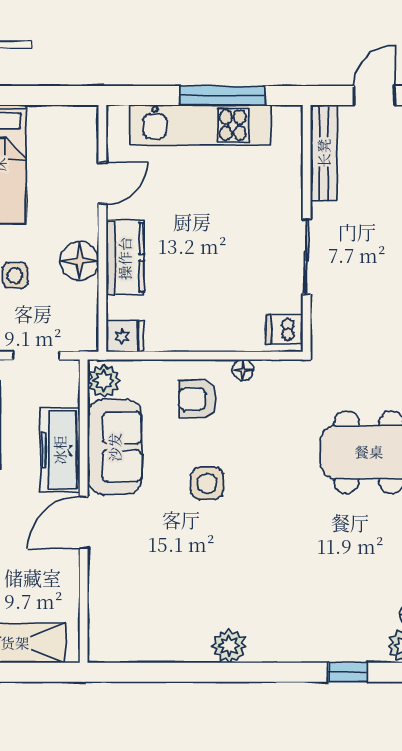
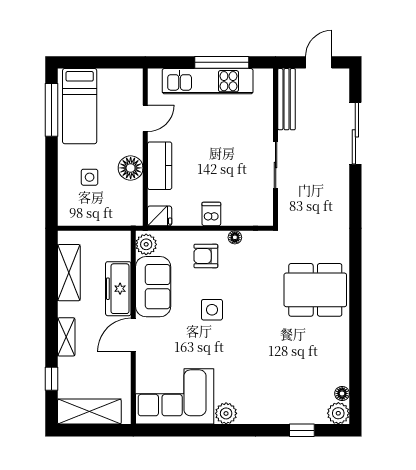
dishwasher: (284, 329) -> (211, 214), moved, turned 90
doorway: (36, 356) -> (103, 228), removed
corner sofa: (149, 619) -> (175, 396), added

